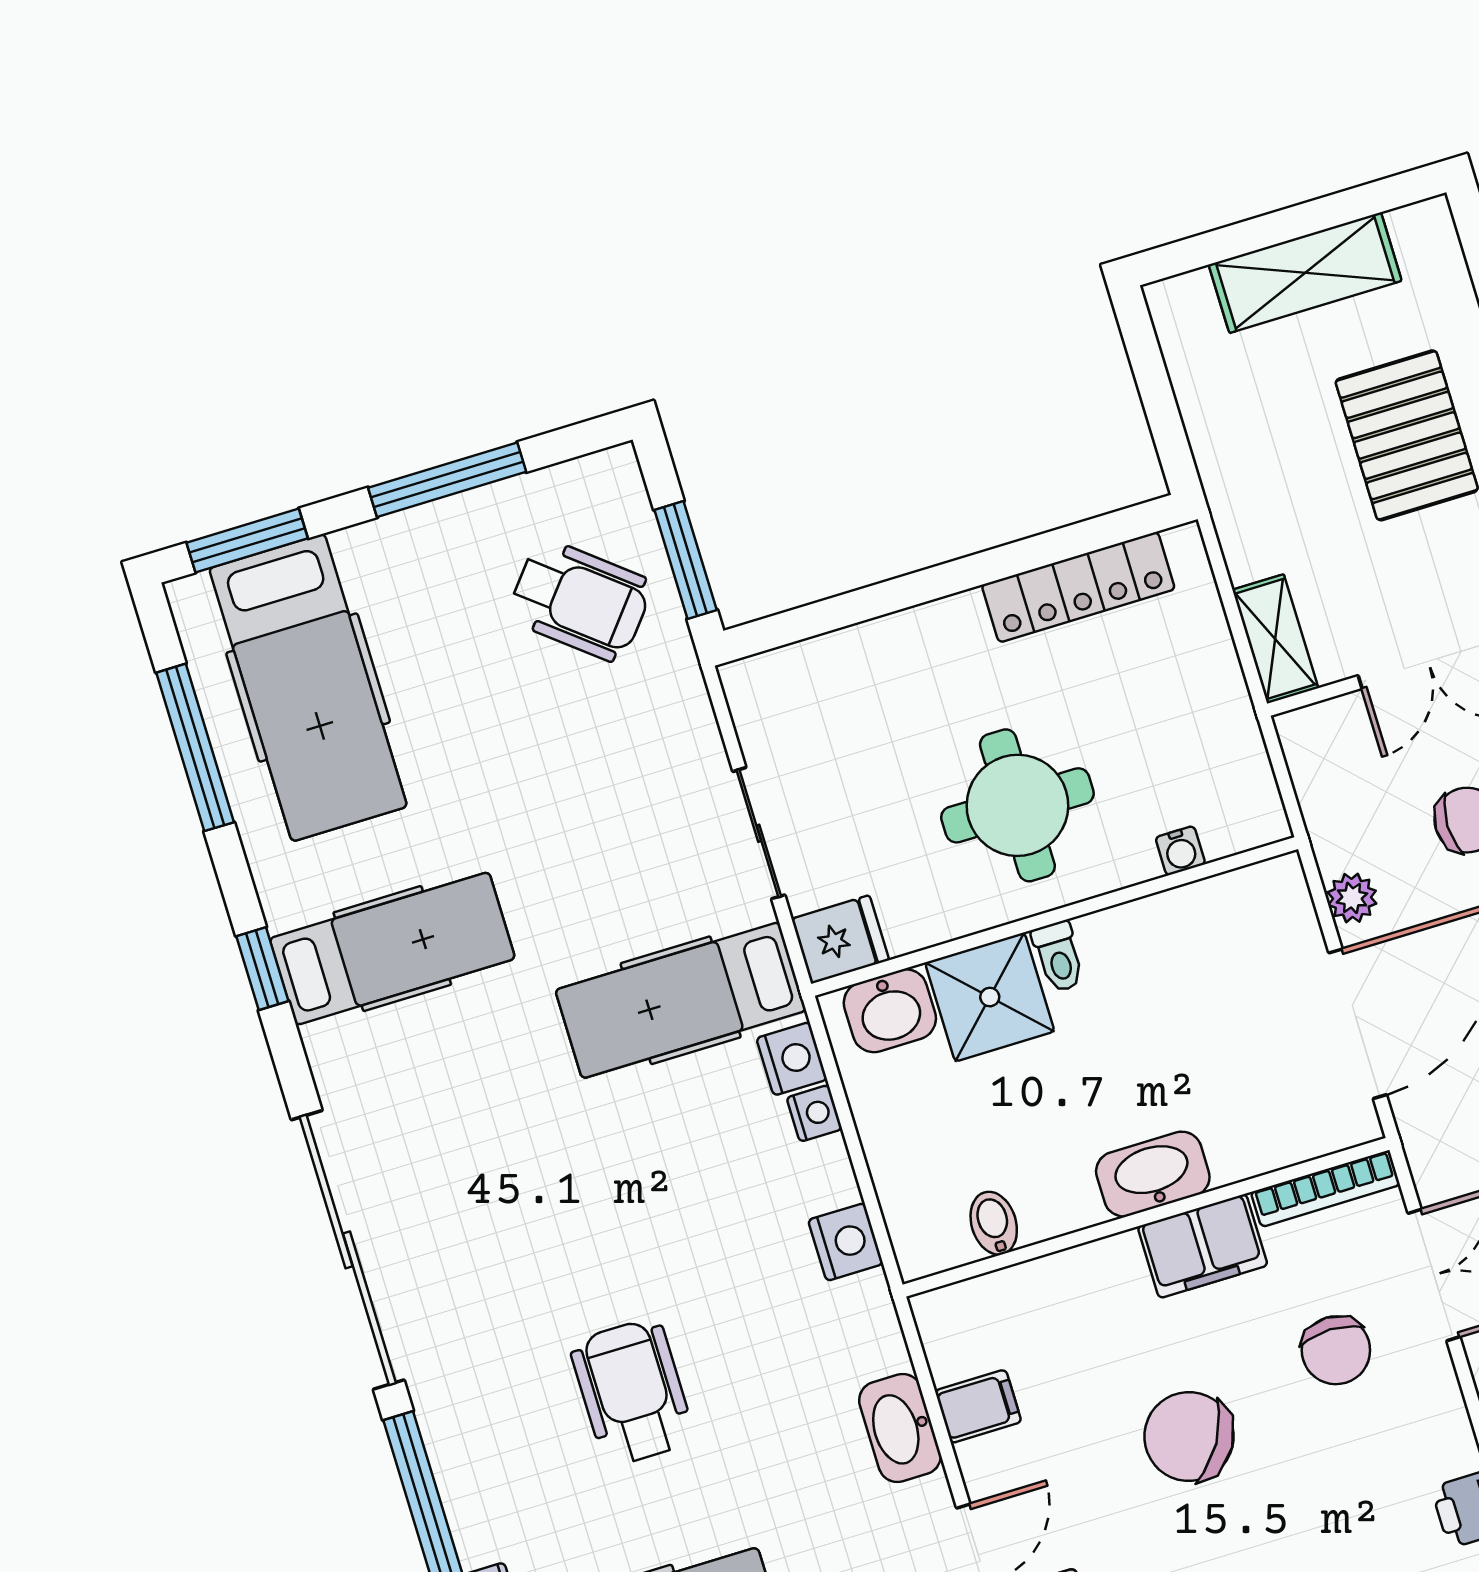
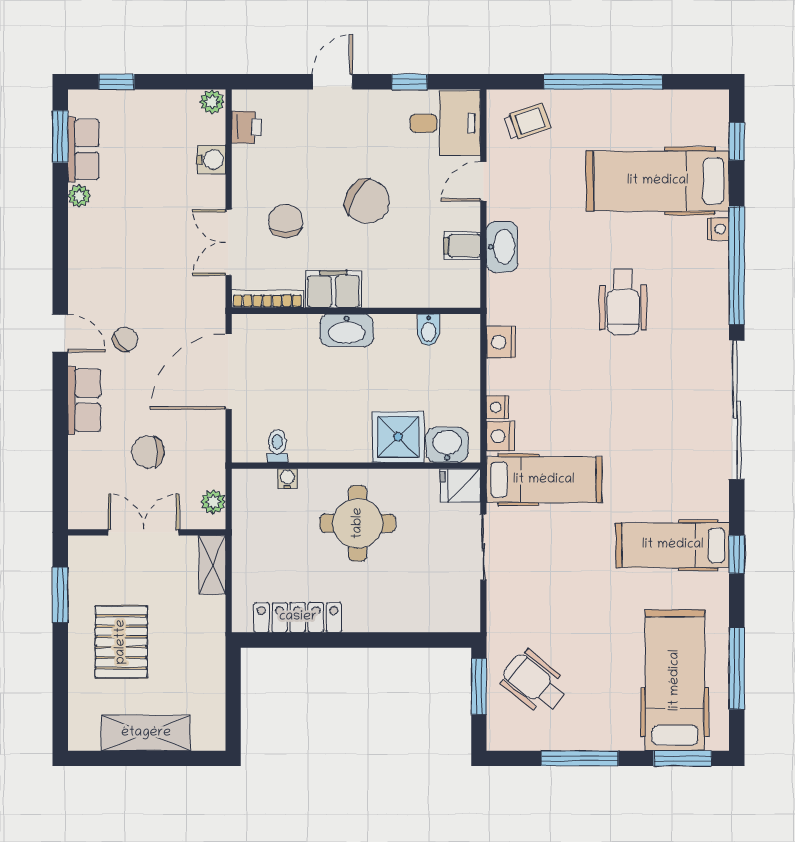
plant: (1352, 898) -> (213, 502), moved
toilet: (1058, 957) -> (277, 446), moved

